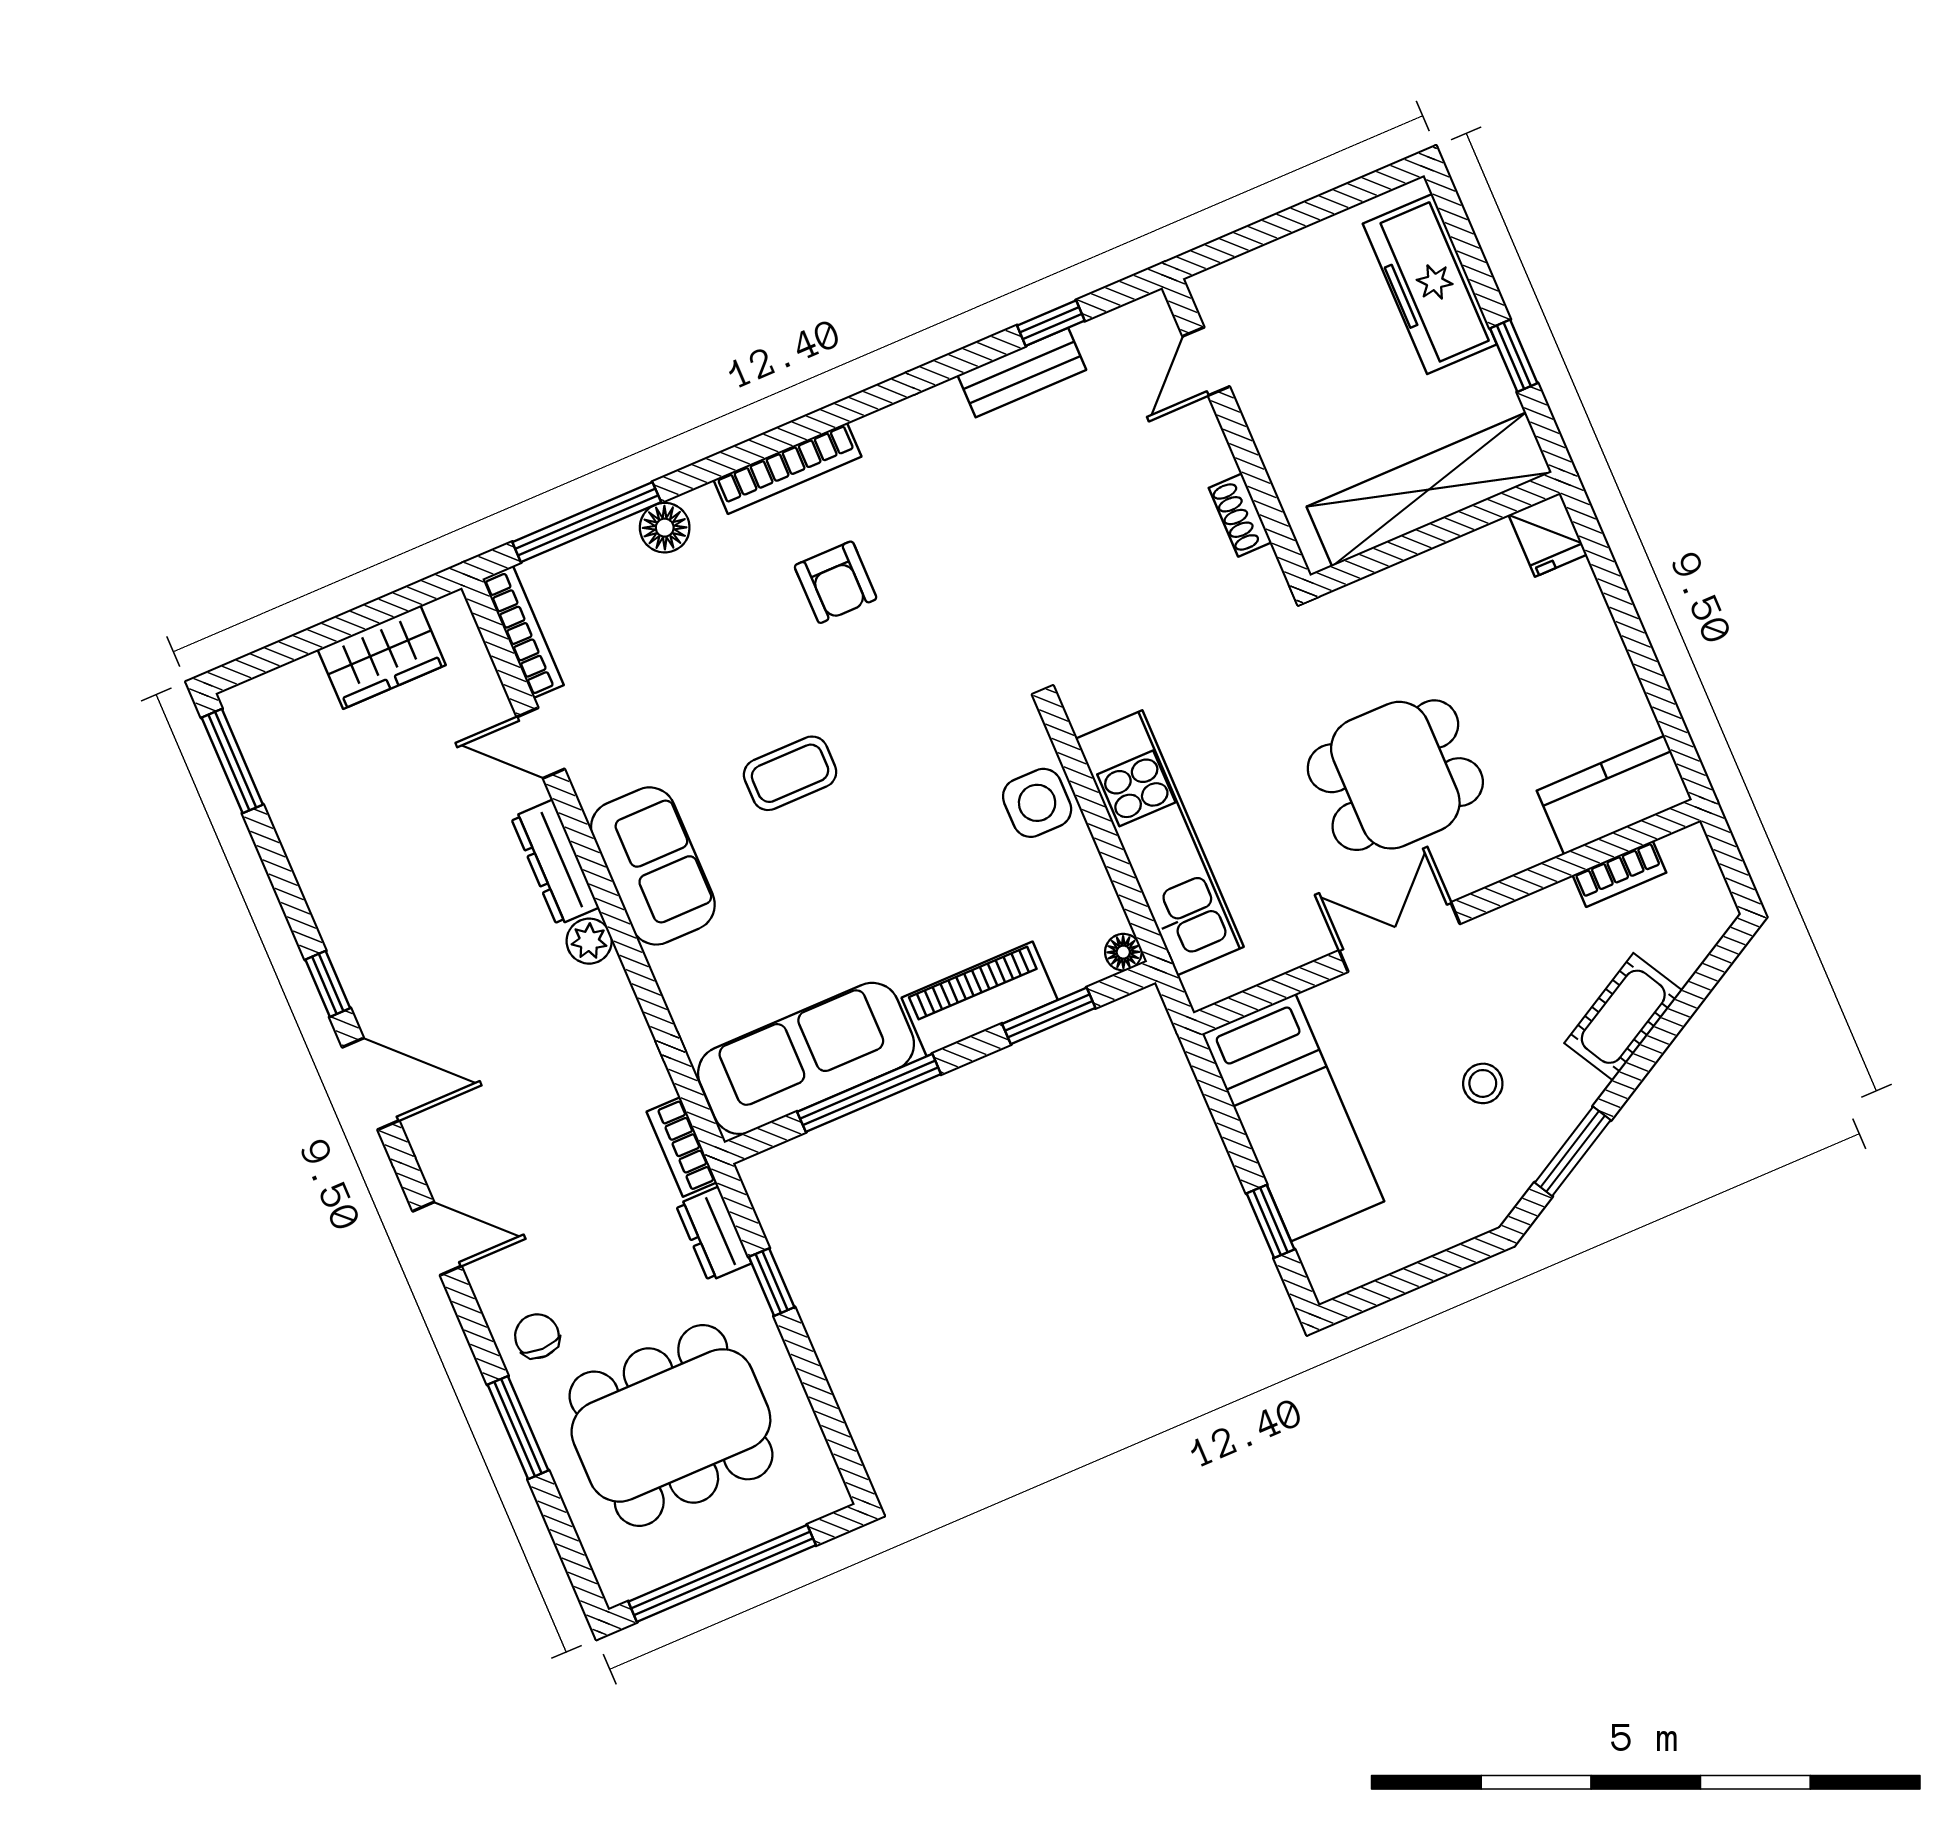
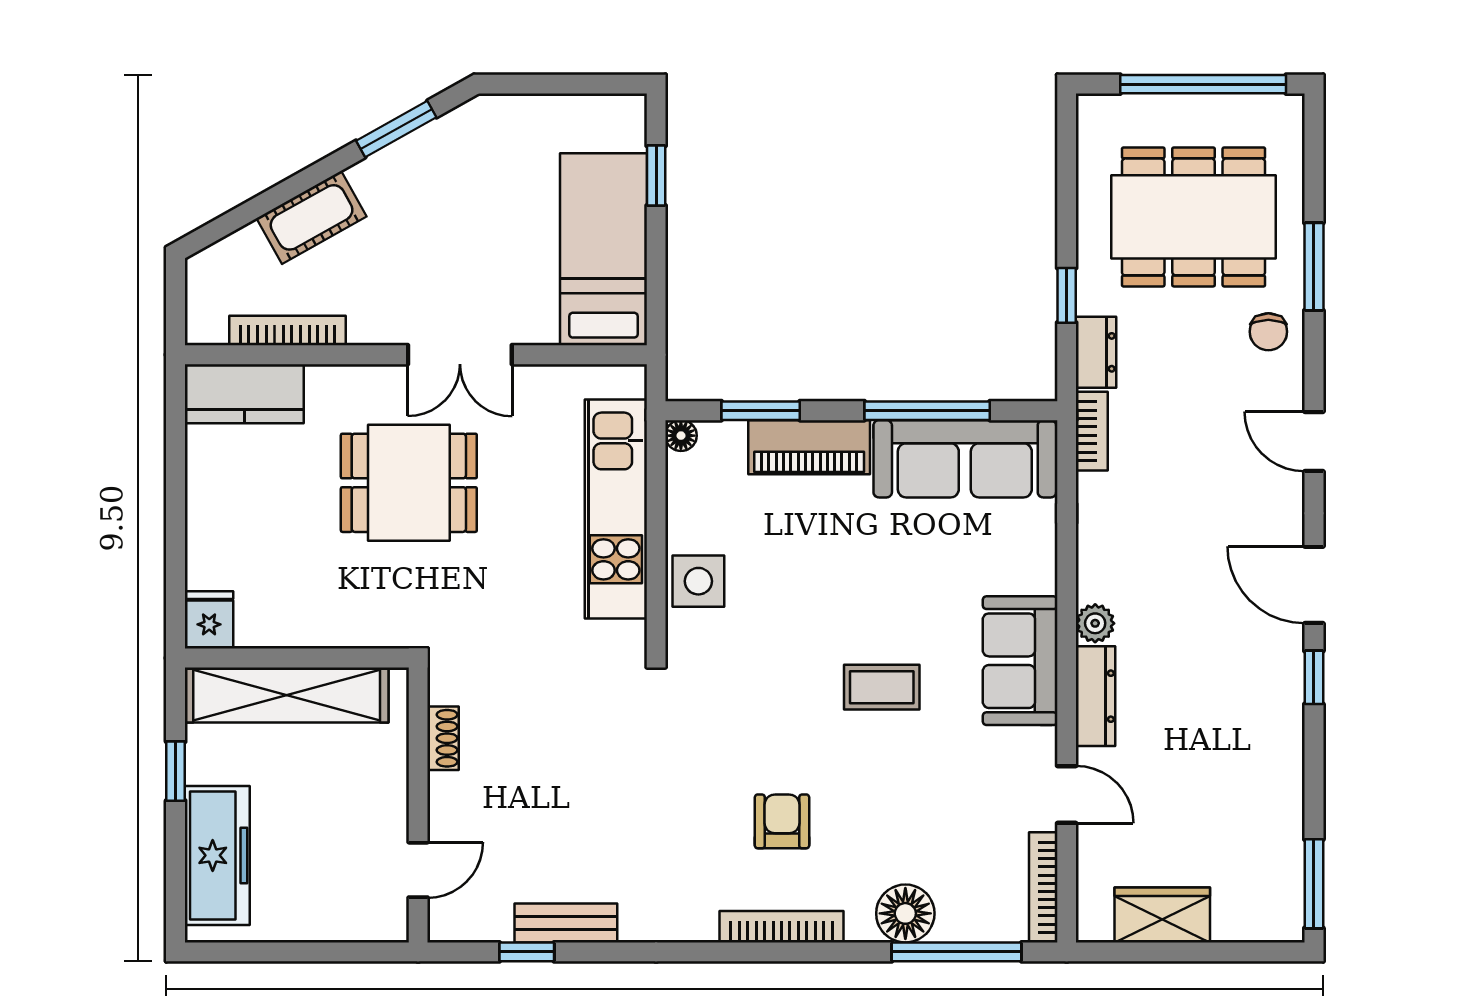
floor lamp: (665, 528) -> (905, 913), width x1.38, depth x1.38
bookcase: (1619, 874) -> (288, 330), width x1.56
stool: (1483, 1083) -> (444, 212), removed

